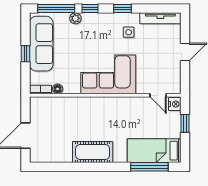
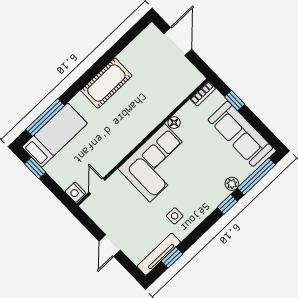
window: (122, 9) -> (172, 258), moved
window: (25, 54) -> (235, 101), moved
floor lamp: (58, 89) -> (174, 123), moved
door: (158, 95) -> (97, 186), hinge flipped
window: (185, 123) -> (35, 168), moved

